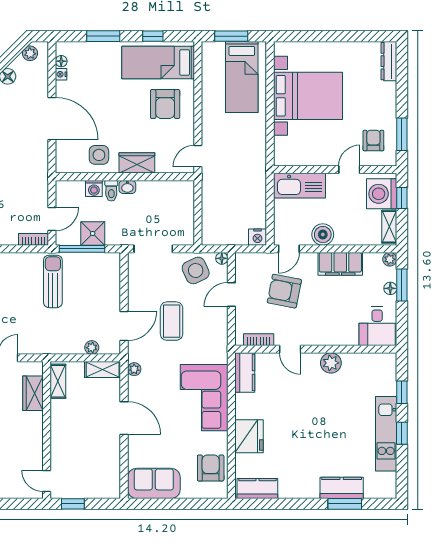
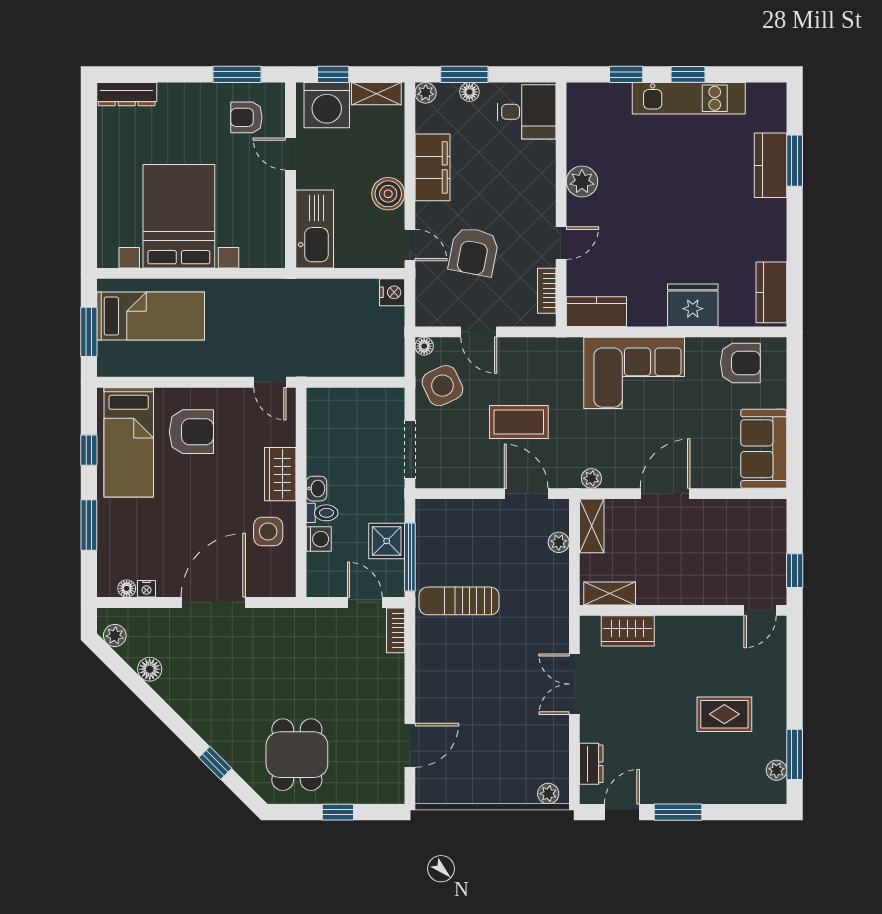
armchair: (211, 468) -> (740, 363), turned 180

